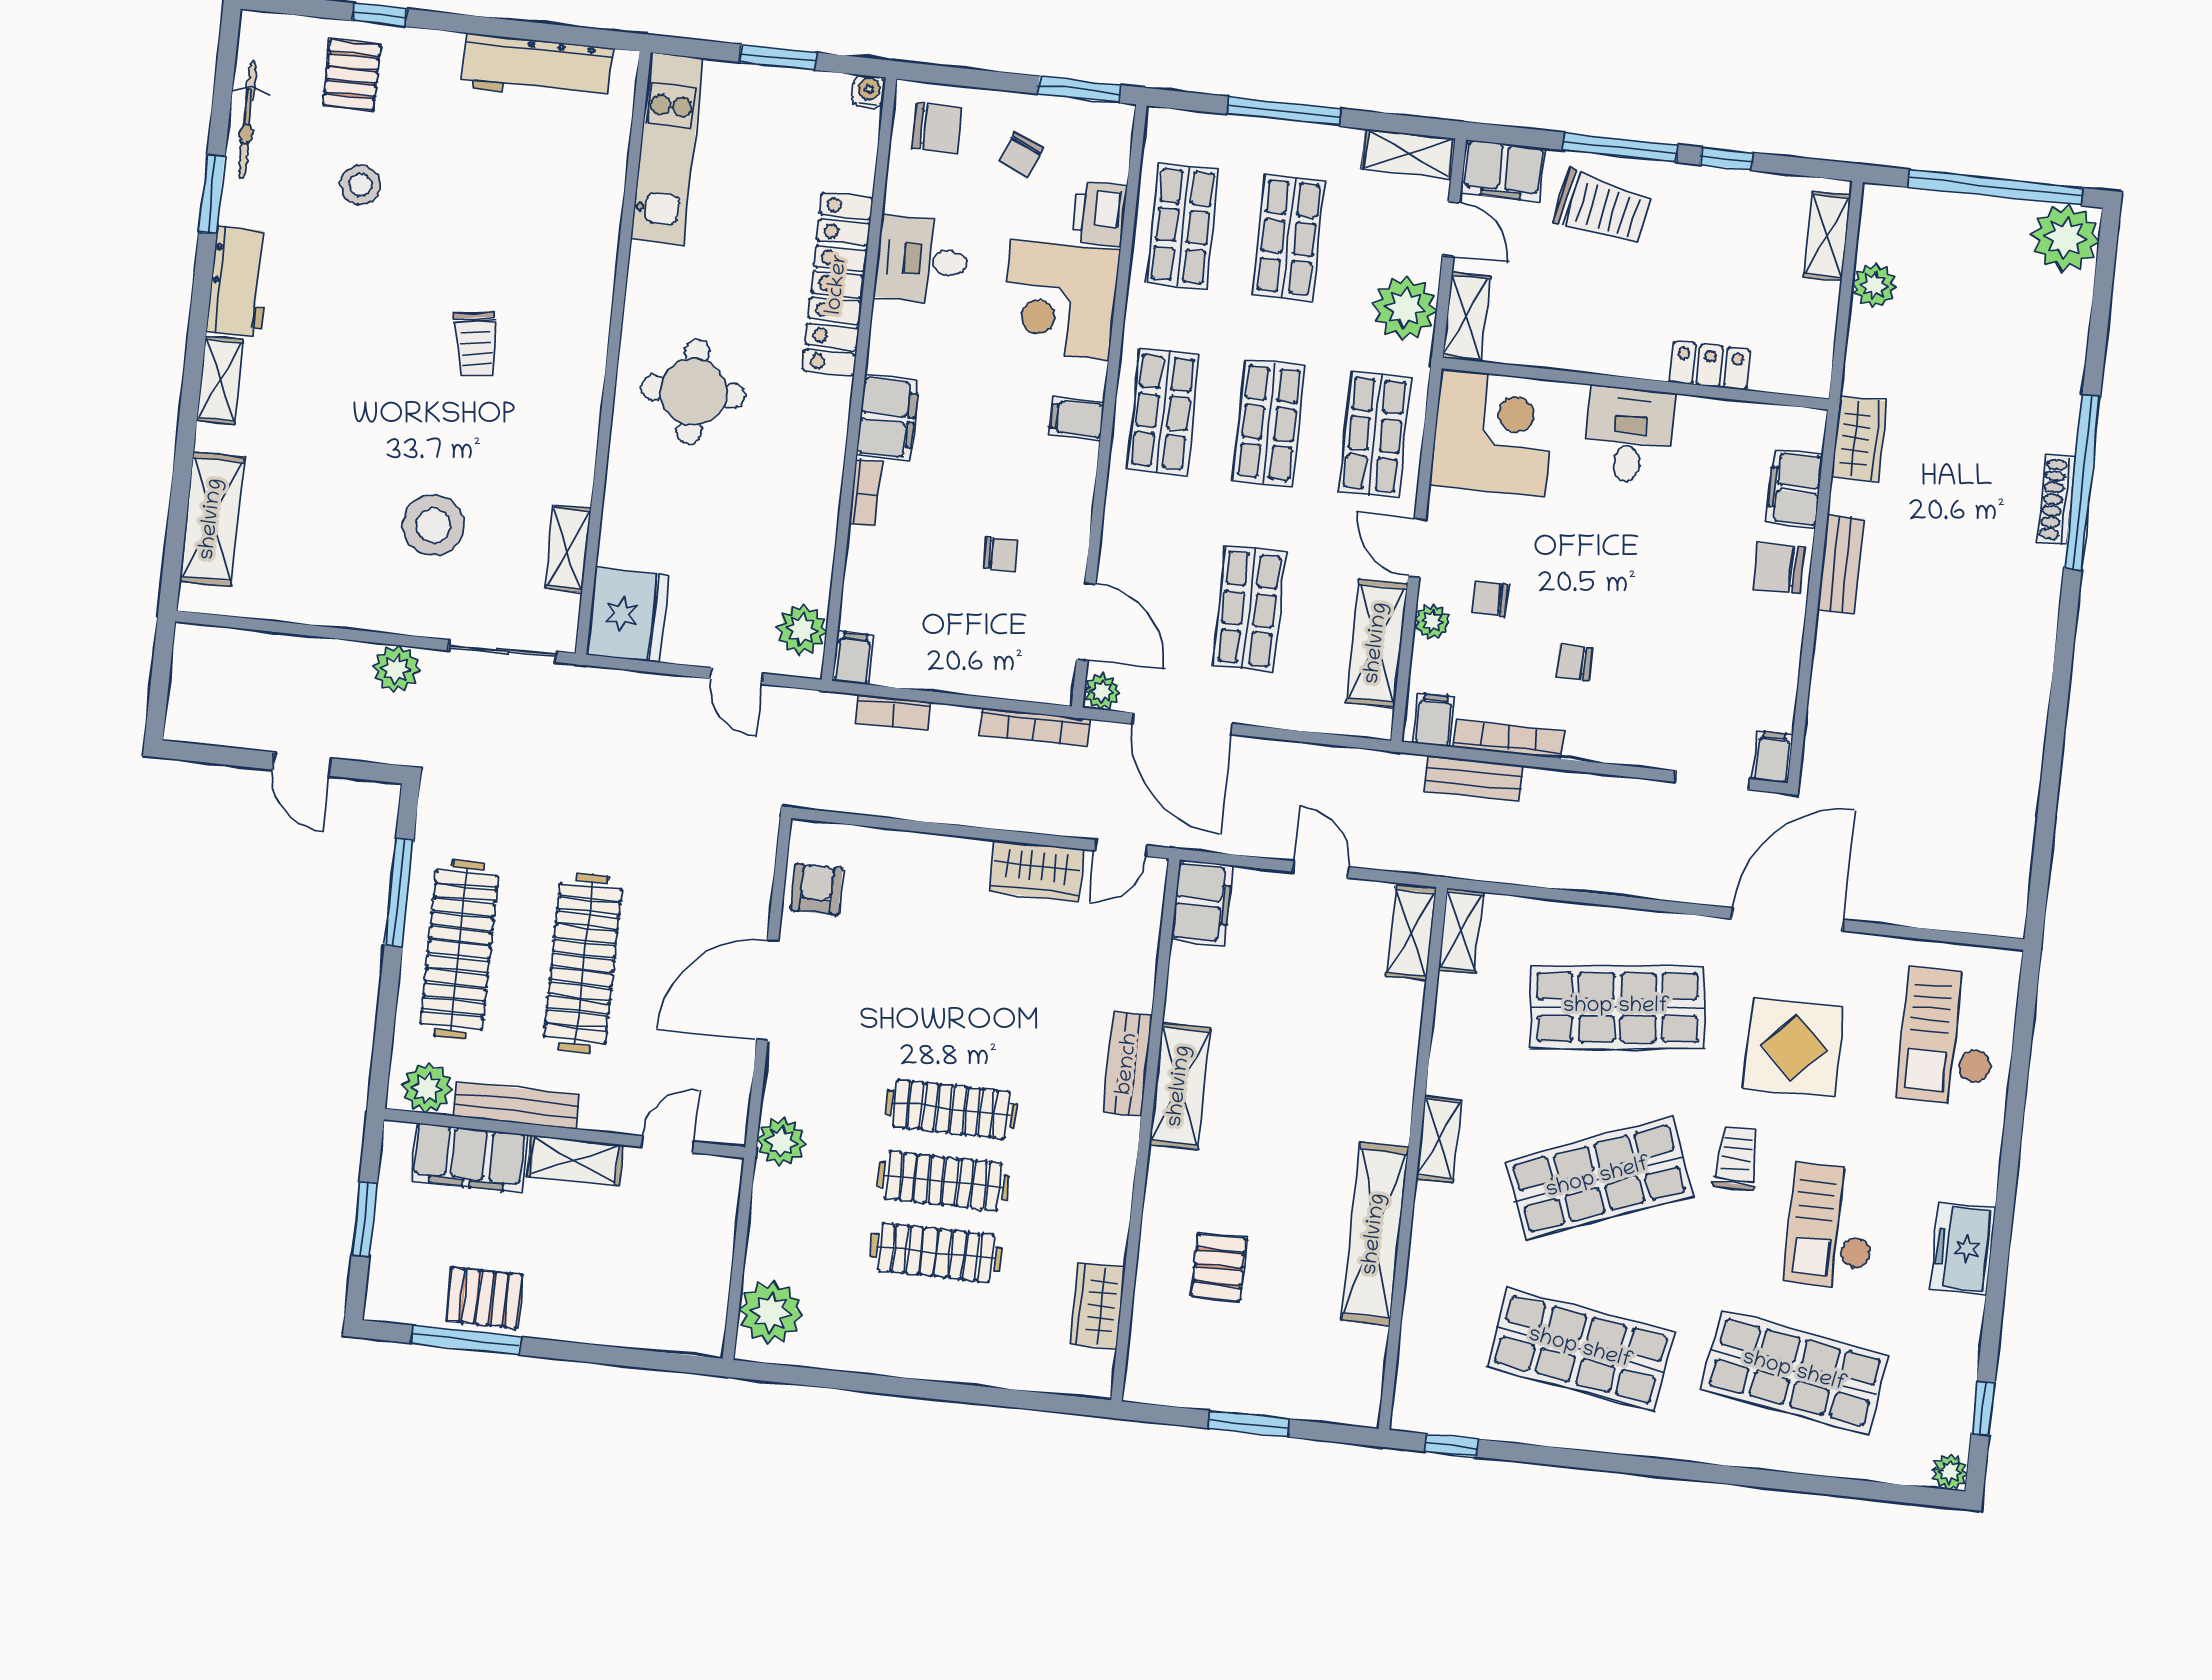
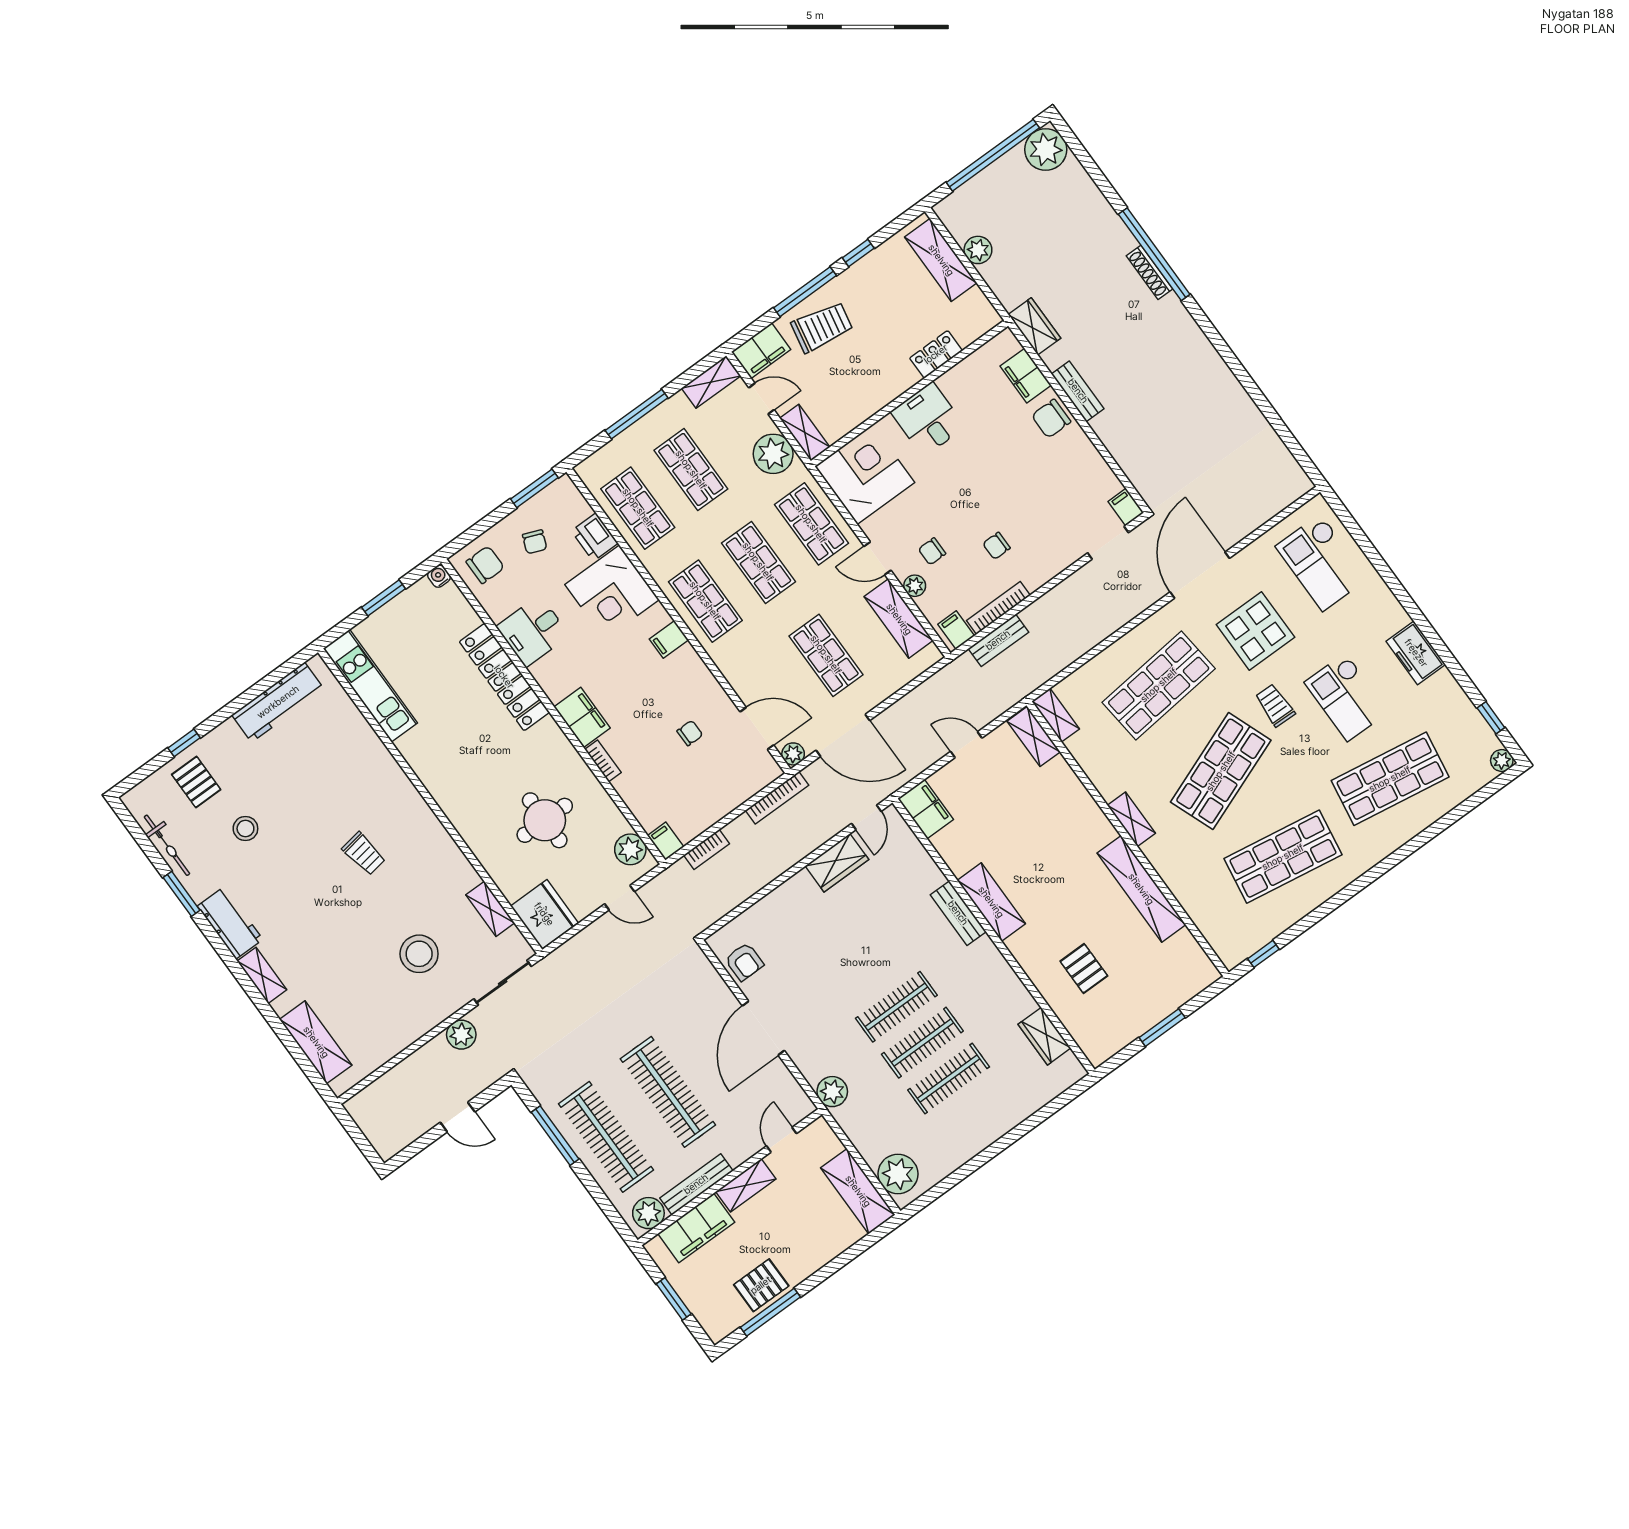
shelving: (1827, 236) -> (941, 260), width x1.50, depth x1.33
round table: (693, 392) -> (545, 820), moved
armchair: (817, 889) -> (744, 962), turned 180
shelving: (703, 1290) -> (858, 1191), added

